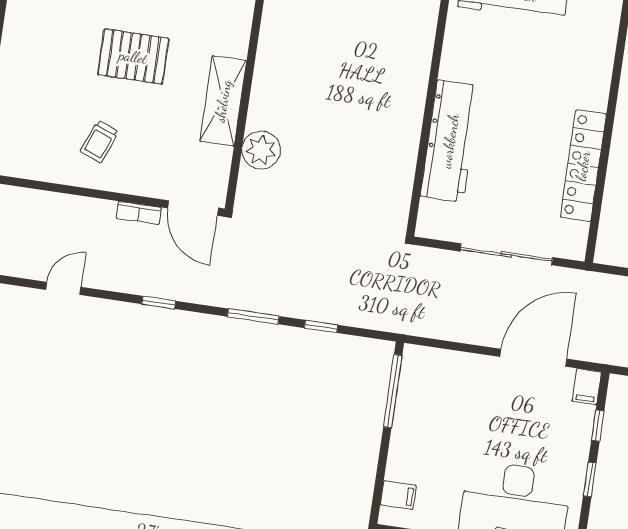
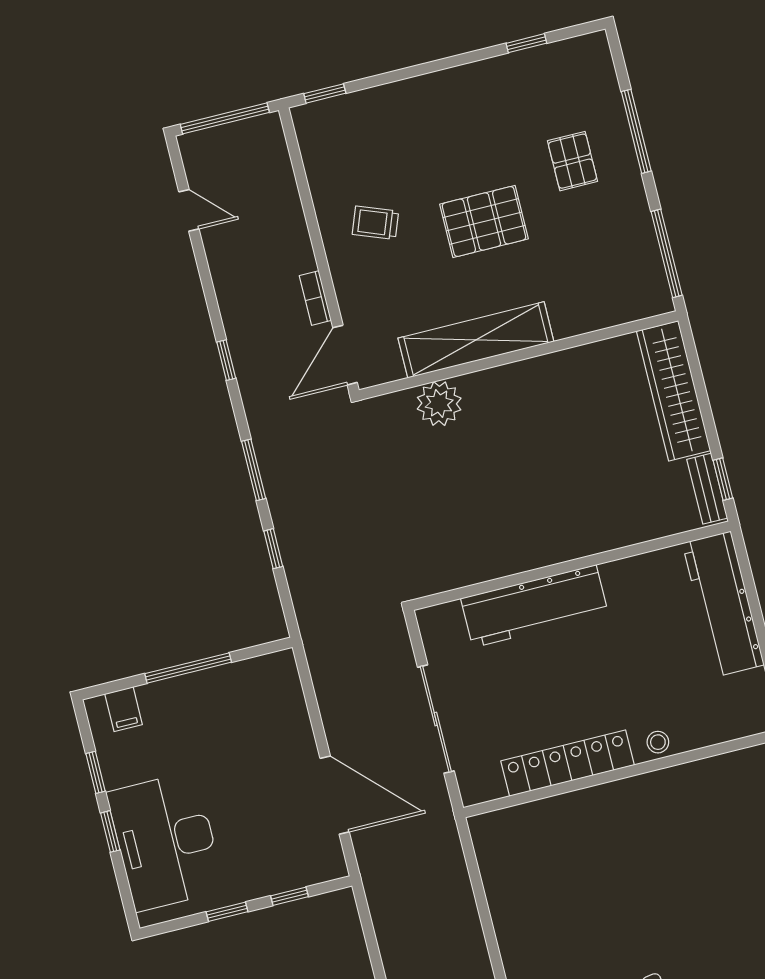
pallet: (133, 57) -> (484, 222), turned 90
stool: (596, 88) -> (658, 742), added
shelving: (223, 101) -> (476, 340), width x1.47
door: (63, 288) -> (189, 210), moved
filing cabinet: (587, 387) -> (327, 867), removed
window: (393, 391) -> (188, 668), moved

